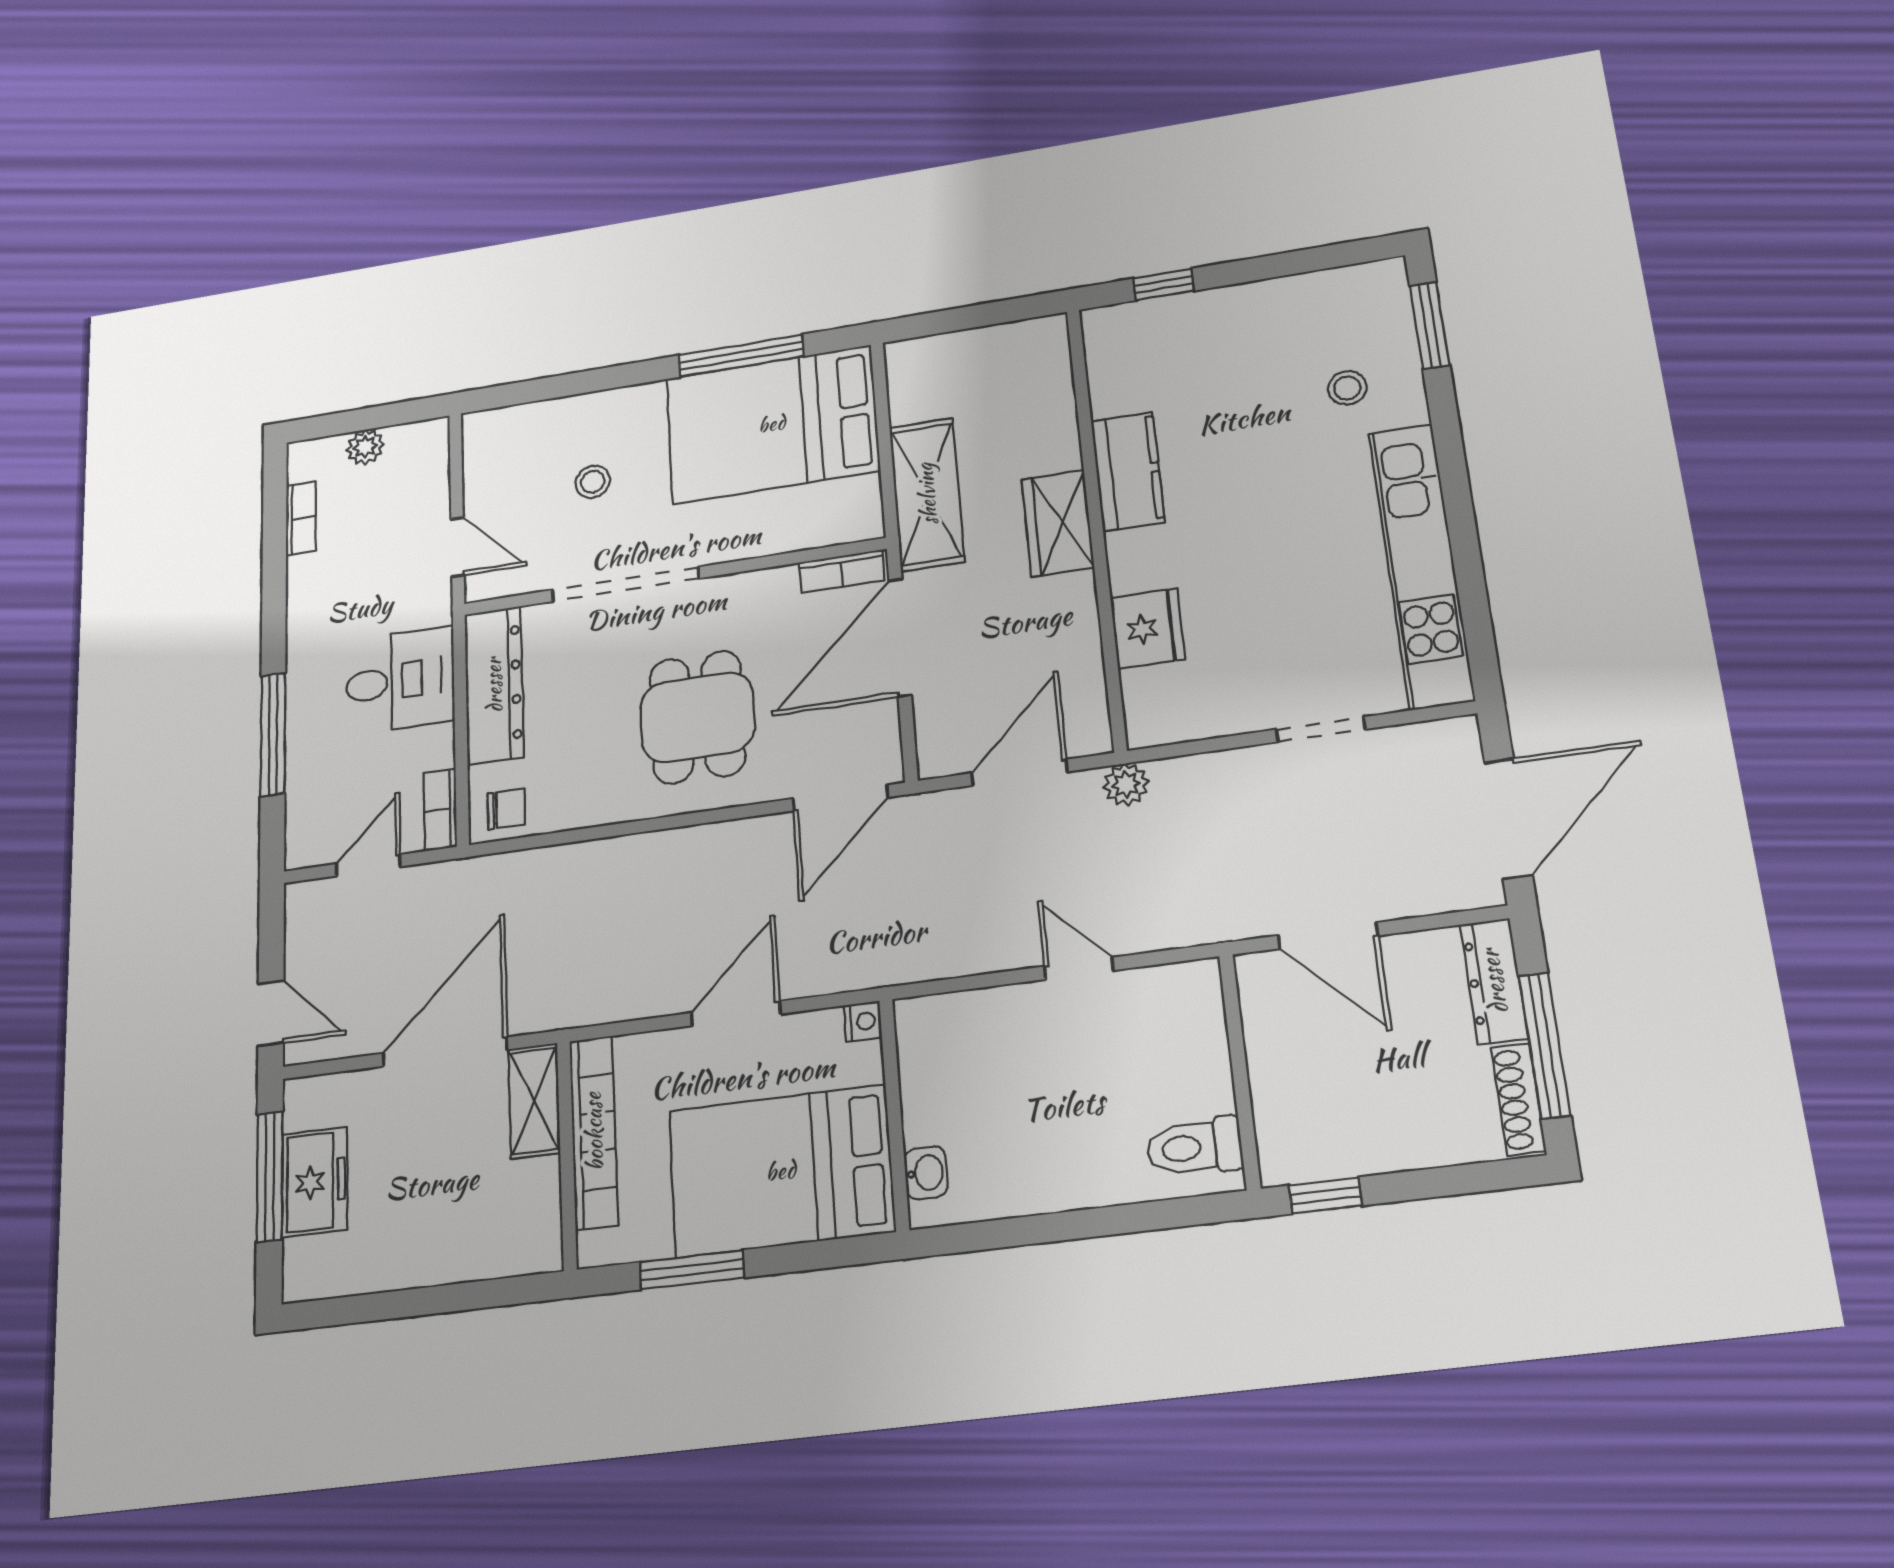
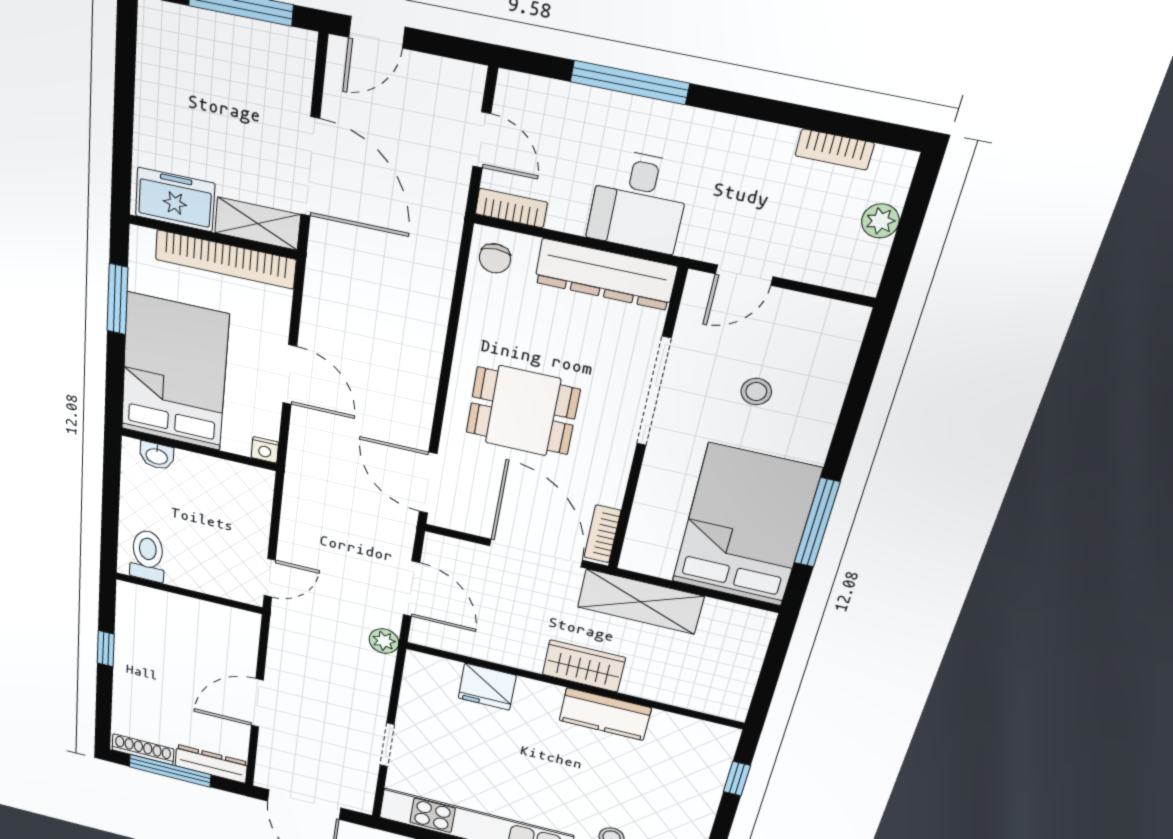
wall: (1240, 1071) -> (189, 593), moved
toilet: (1194, 1147) -> (147, 556), moved
freezer: (315, 1182) -> (175, 200), moved, turned 180

